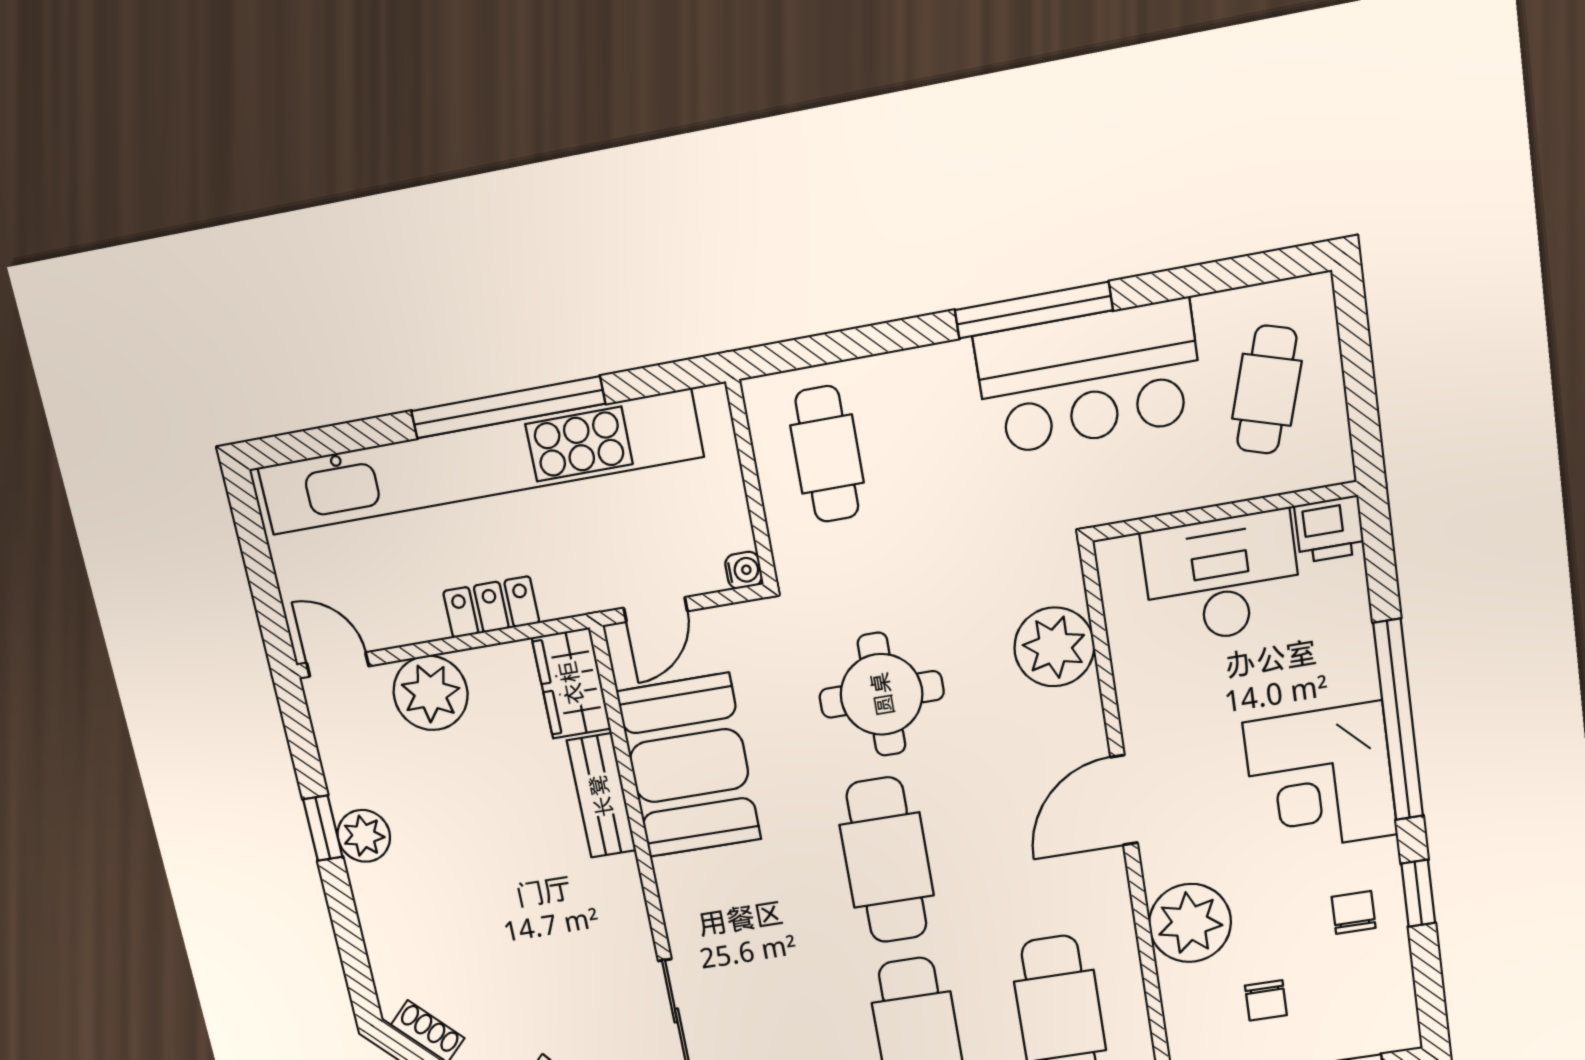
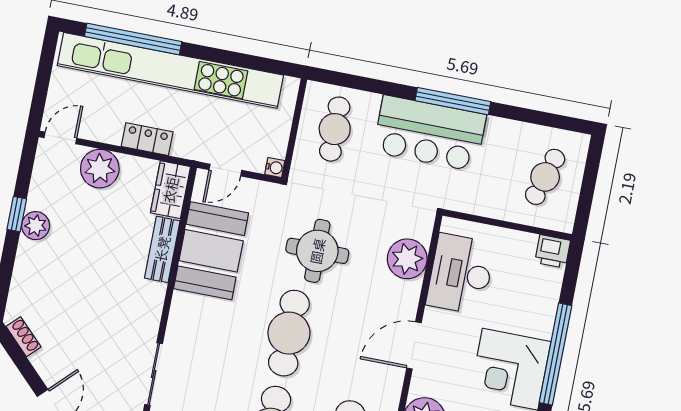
bar counter: (1089, 377) -> (430, 133), moved
window: (508, 407) -> (133, 39), moved
desk: (1222, 578) -> (461, 274), moved, turned -90
door: (338, 665) -> (60, 138), hinge flipped

